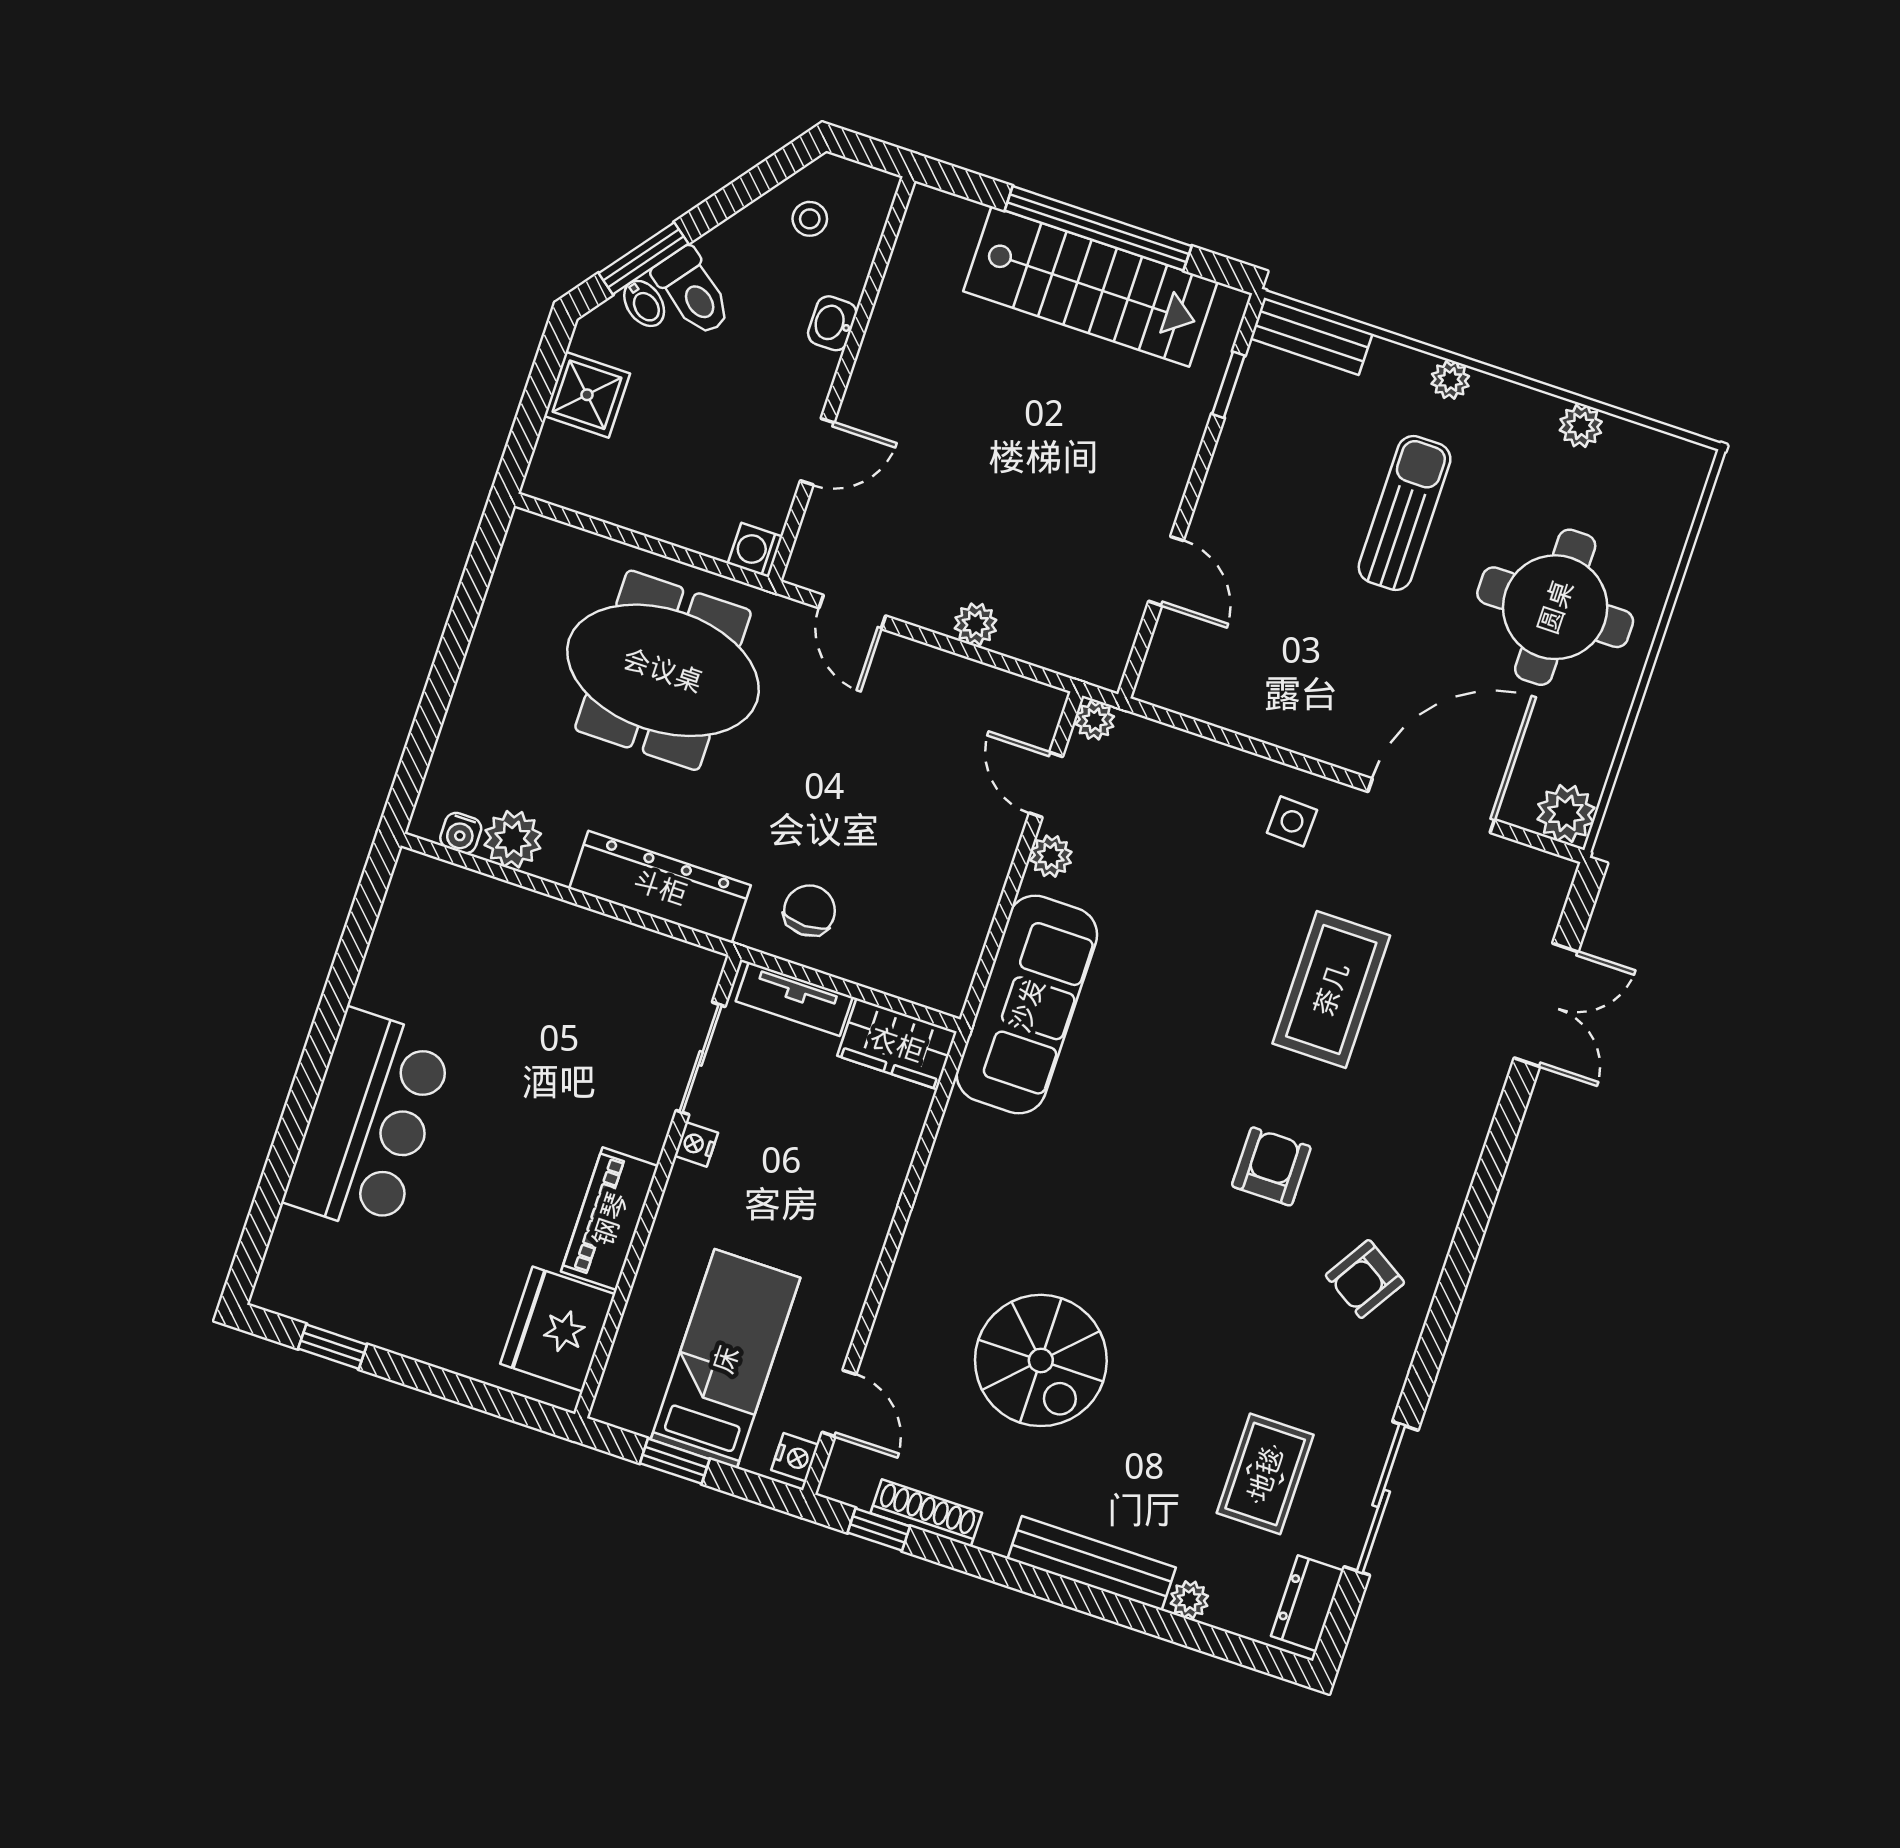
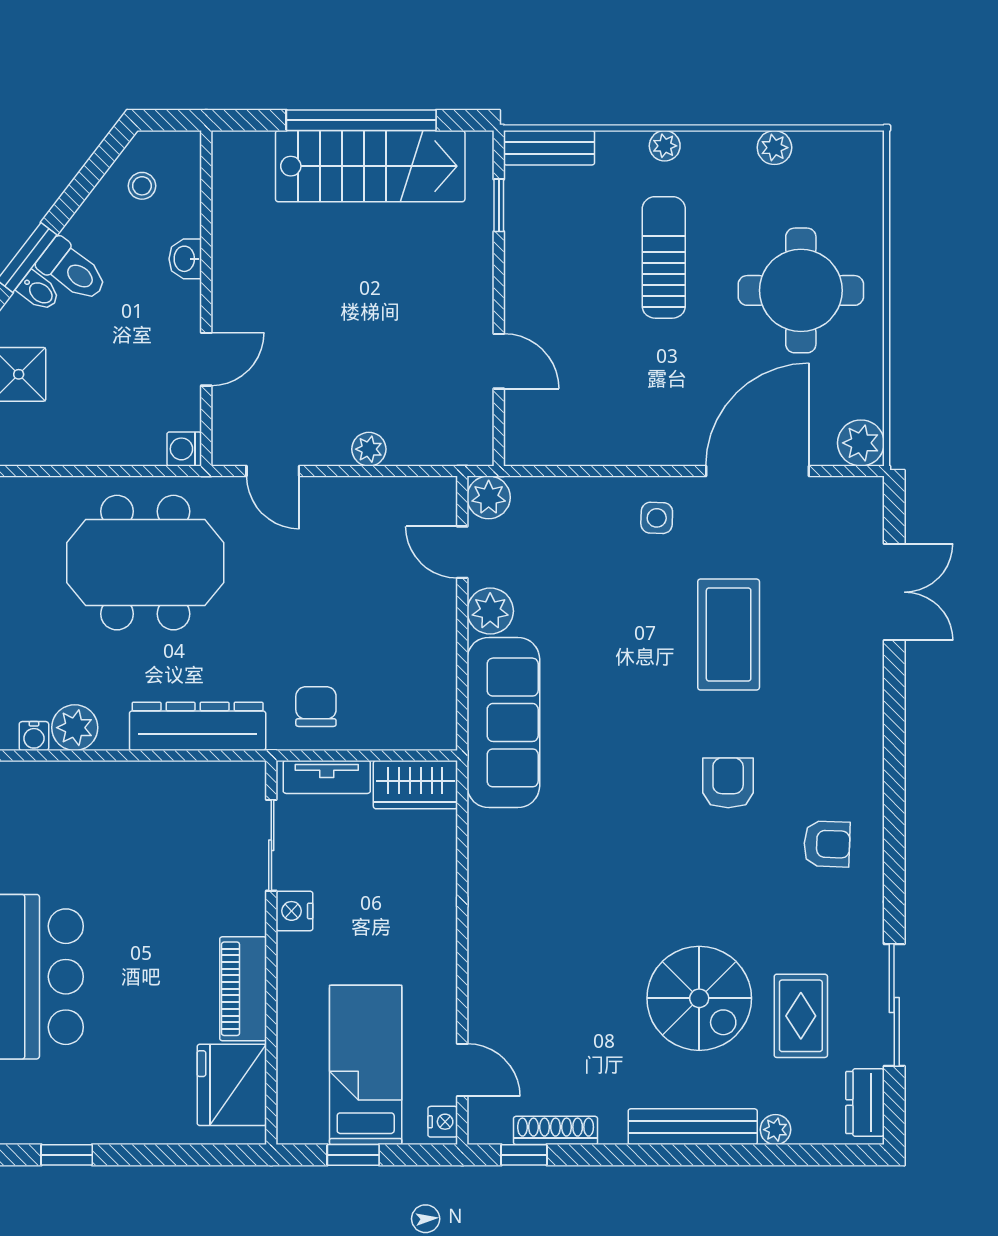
plant: (1095, 720) -> (489, 497), width x1.38, depth x1.38
plant: (1051, 856) -> (490, 611), width x1.38, depth x1.38
nightstand: (696, 1144) -> (294, 911), width x1.39, depth x1.35
armchair: (1365, 1279) -> (827, 844), turned -120
spiral stairs: (1041, 1360) -> (699, 998), moved

